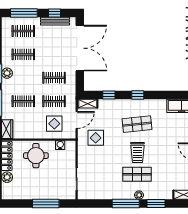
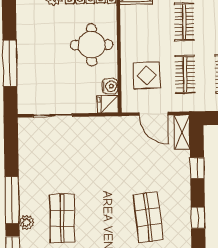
display table: (96, 138) -> (124, 147), removed
fridge: (71, 147) -> (108, 104), added
trolley: (138, 152) -> (100, 219), removed

